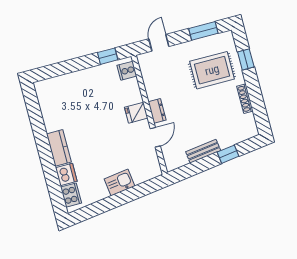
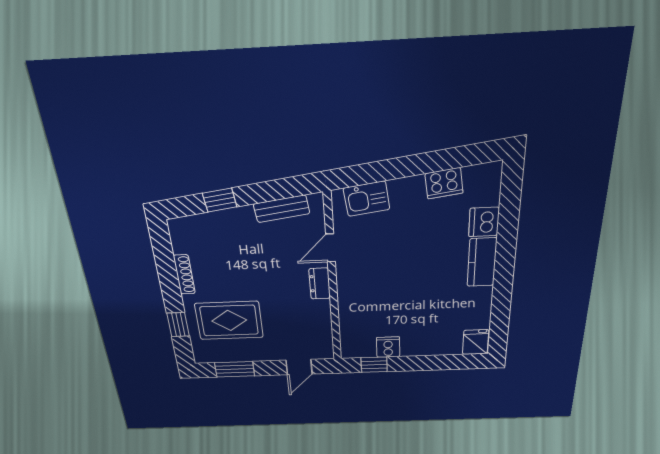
cooker: (127, 71) -> (388, 347), moved, turned -90
fridge: (136, 113) -> (476, 342), moved, turned -90
bench: (203, 151) -> (282, 209), moved
kitchen sink: (120, 183) -> (367, 199), moved
cooker: (71, 195) -> (444, 183), moved, turned -98

